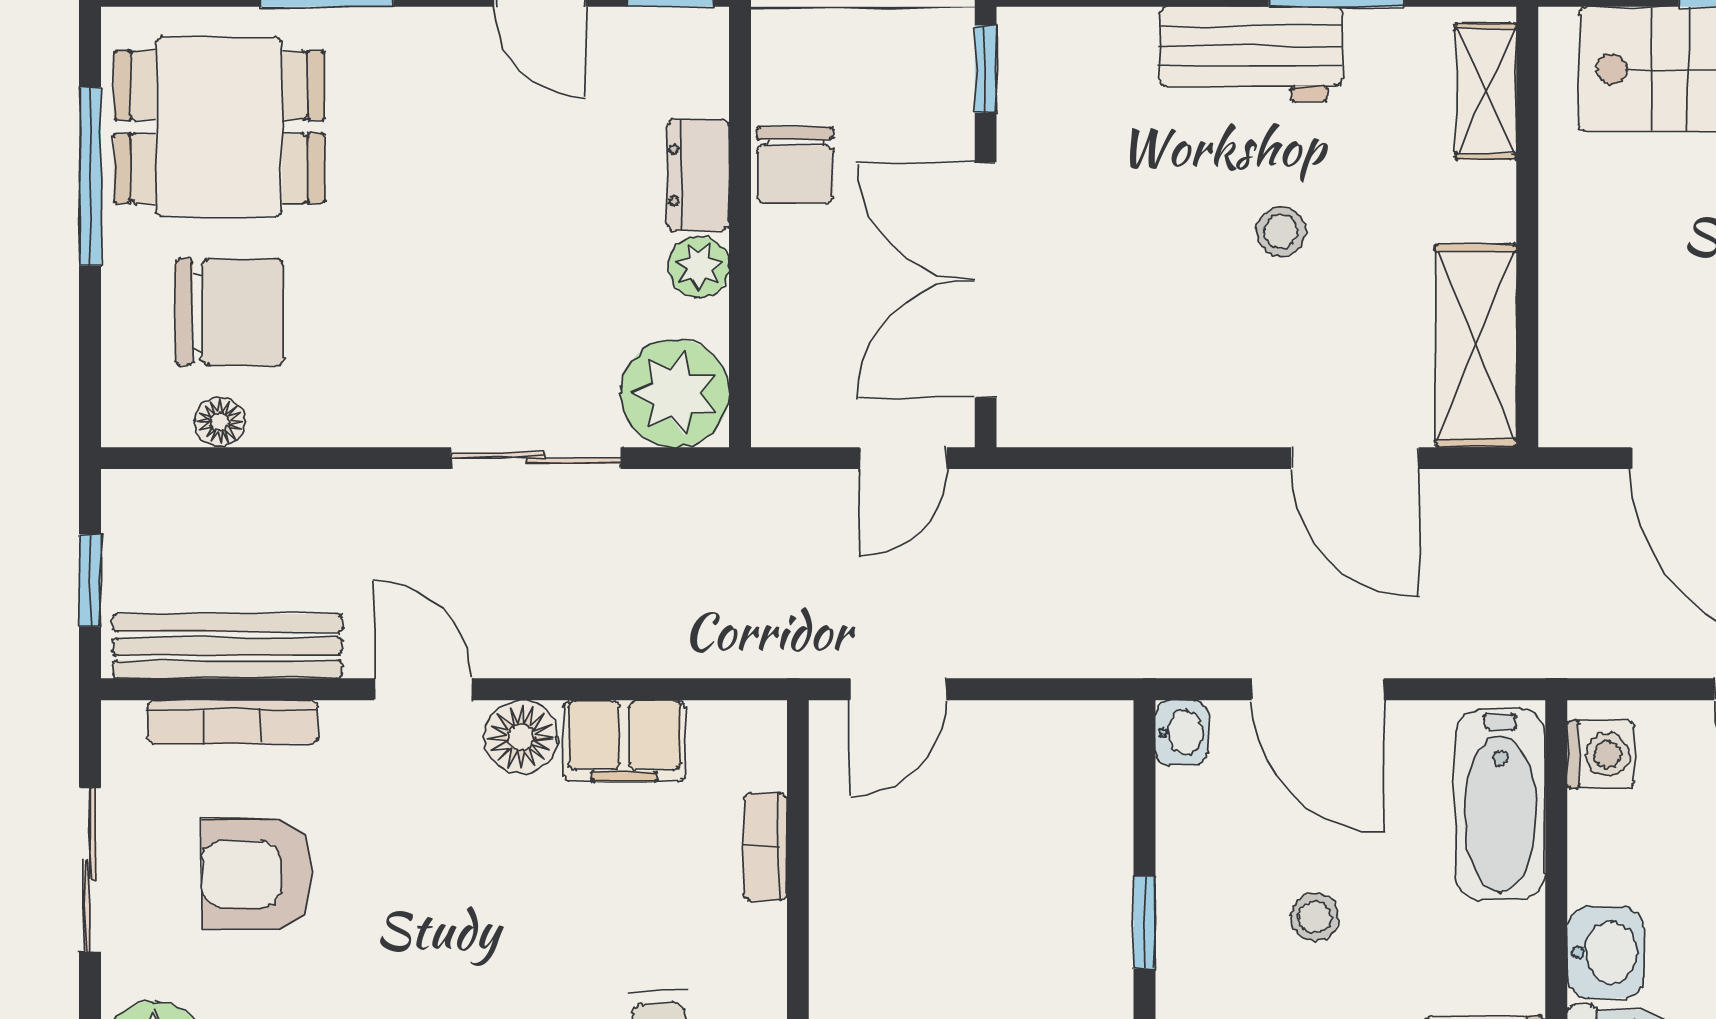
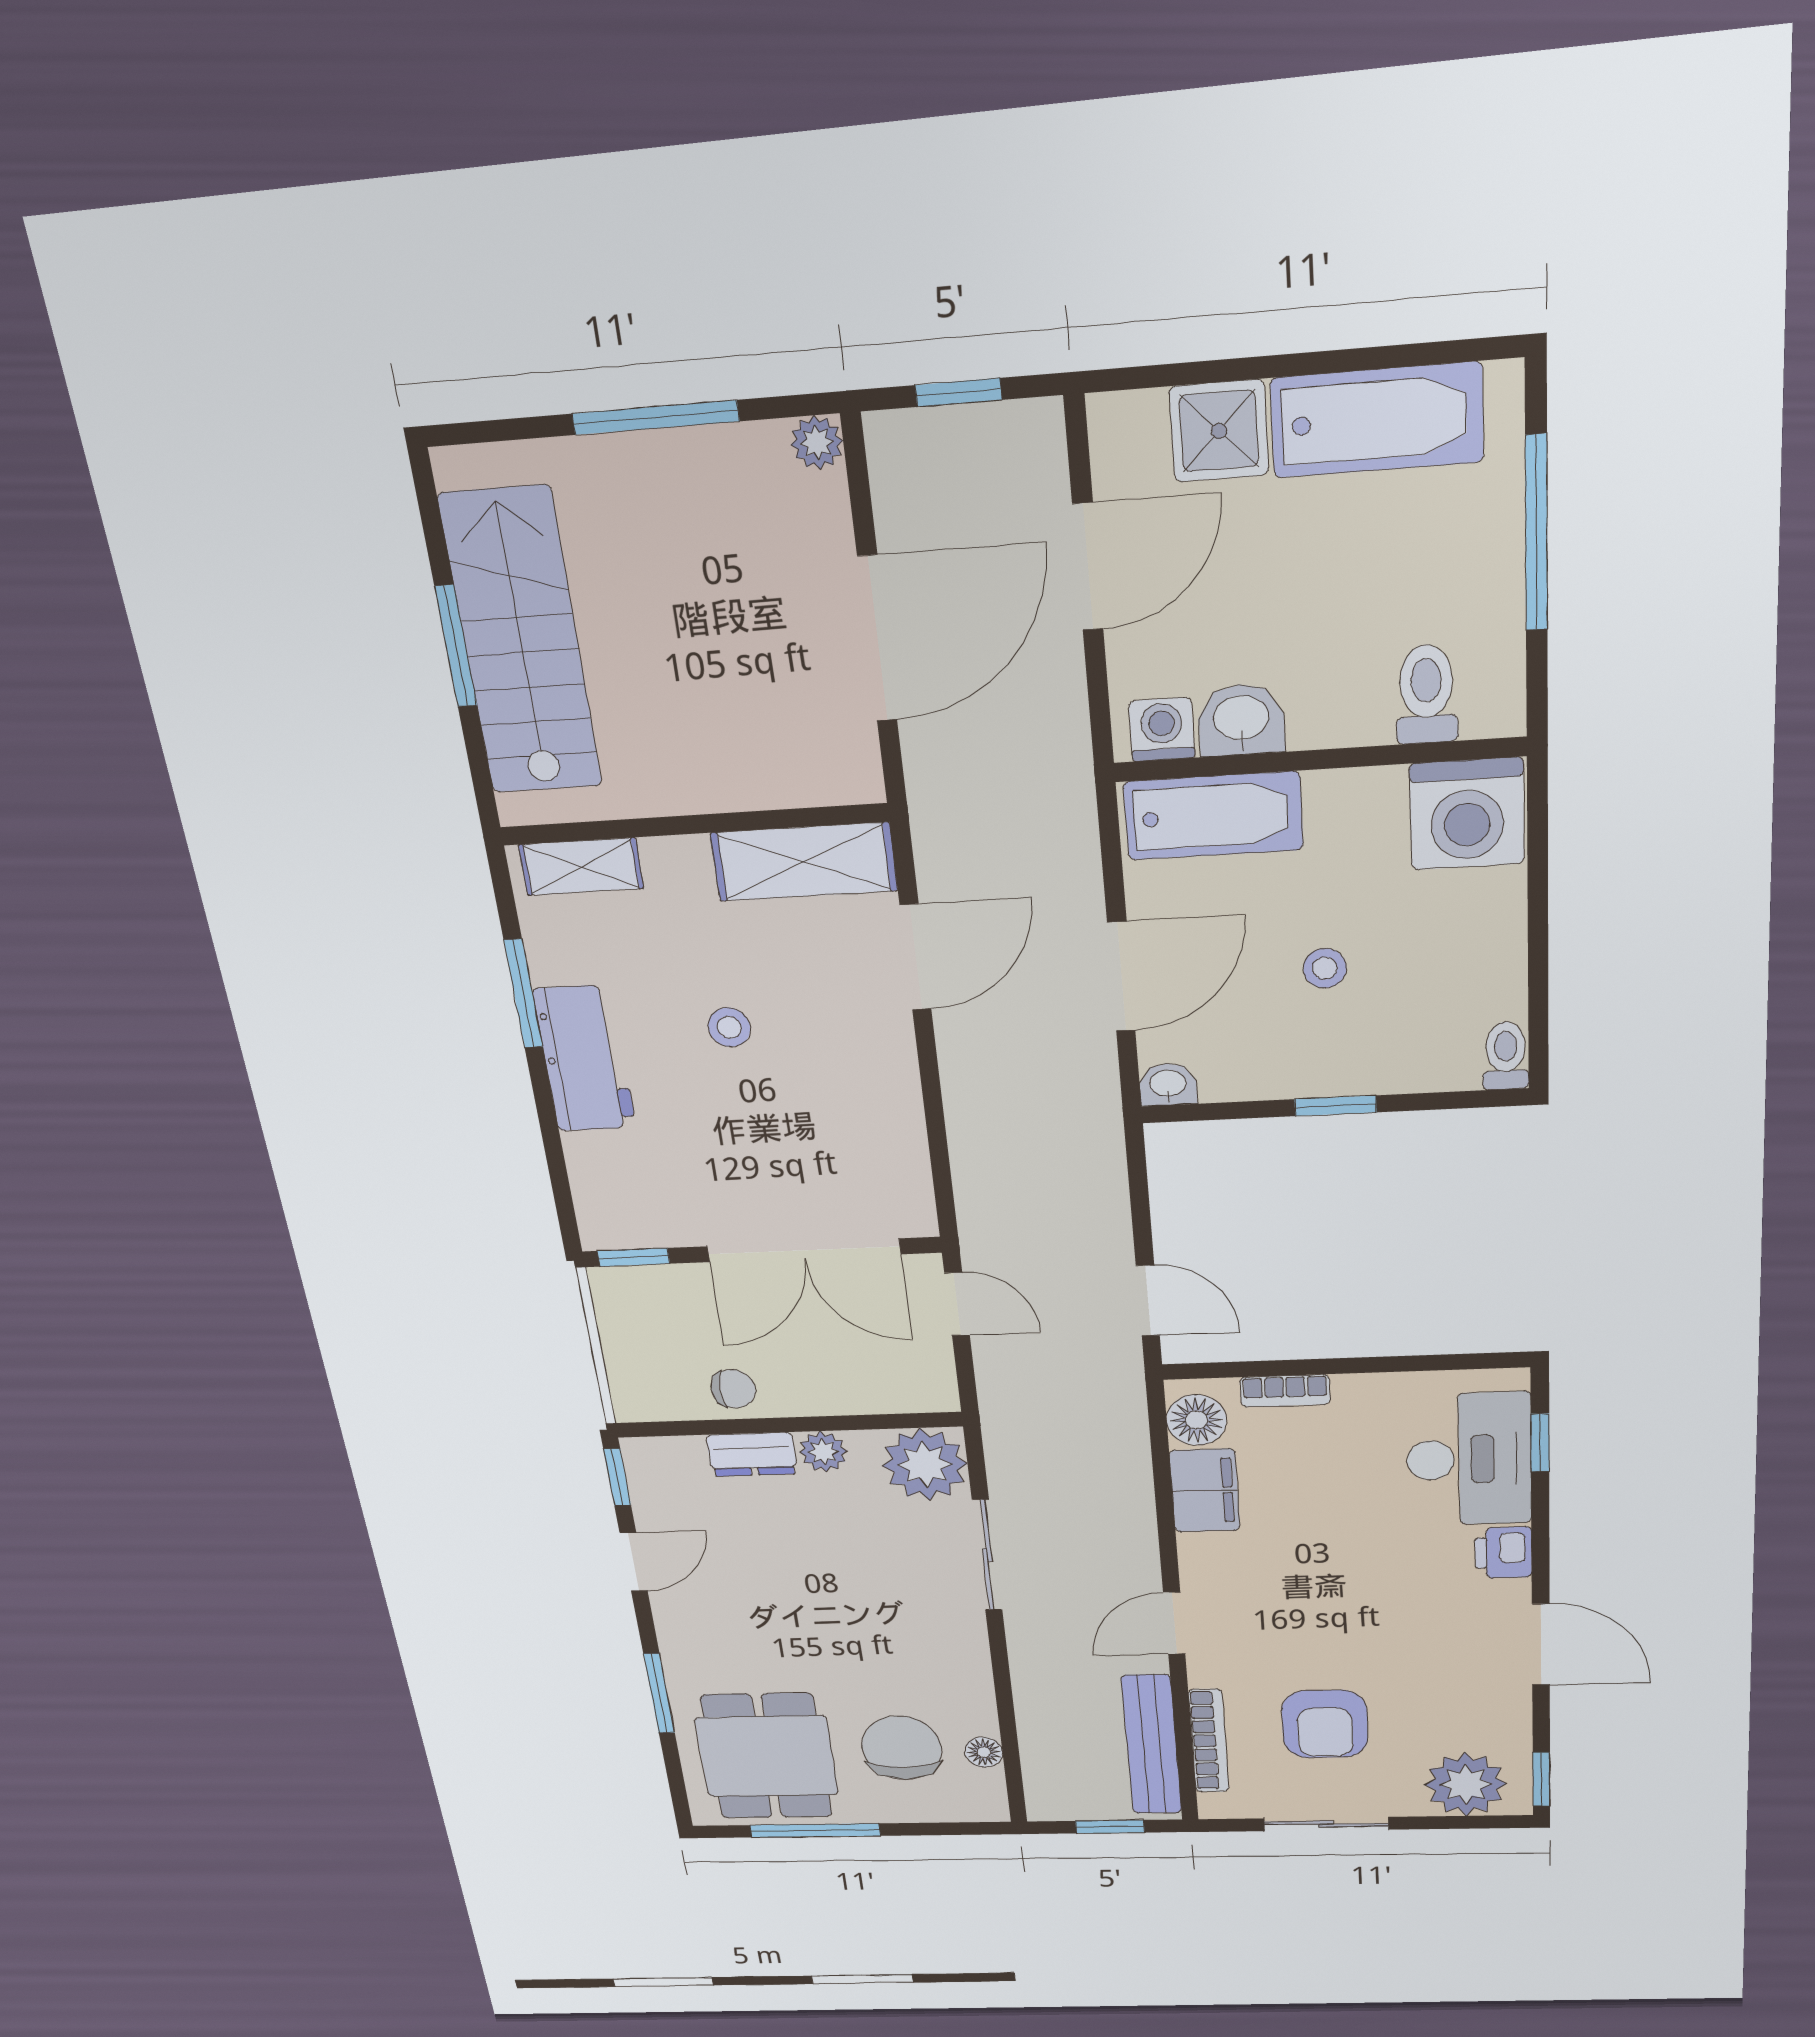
chair: (795, 165) -> (733, 1389), width x0.73, depth x0.73
floor lamp: (521, 737) -> (1196, 1420), moved
washbasin: (1606, 952) -> (1241, 720), moved

